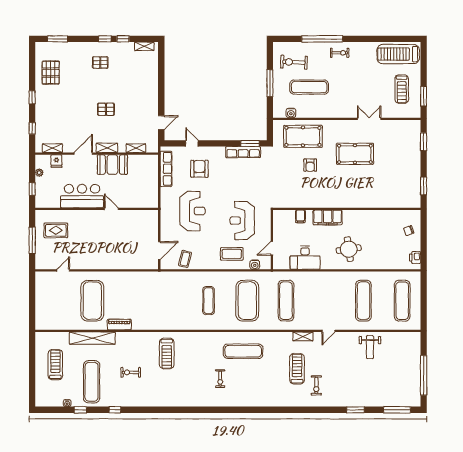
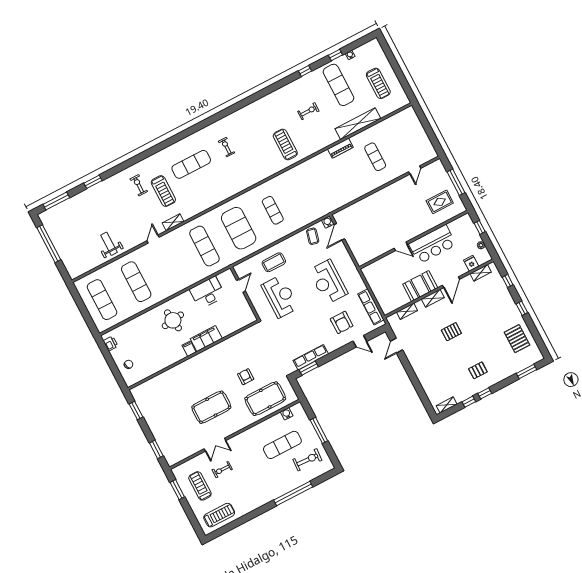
exercise bike: (340, 53) -> (222, 470), moved
treadmill: (398, 54) -> (219, 515), width x0.73, depth x0.73
filing cabinet: (300, 216) -> (189, 349), moved
water cooler: (255, 265) -> (328, 222), moved
exercise mat: (92, 301) -> (375, 157), width x0.50, depth x0.69
exercise mat: (243, 351) -> (191, 164), moved

